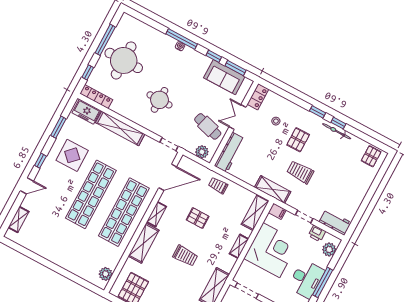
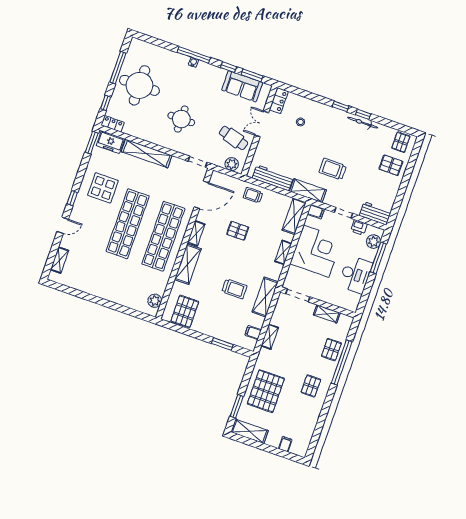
locker: (96, 97) -> (113, 124), width x0.66
window: (58, 127) -> (92, 143), moved
pallet: (298, 140) -> (391, 165), moved, turned 90
workbench: (230, 152) -> (273, 178), moved, turned -90
trolley: (185, 256) -> (234, 289), moved
window: (323, 282) -> (378, 258), moved

